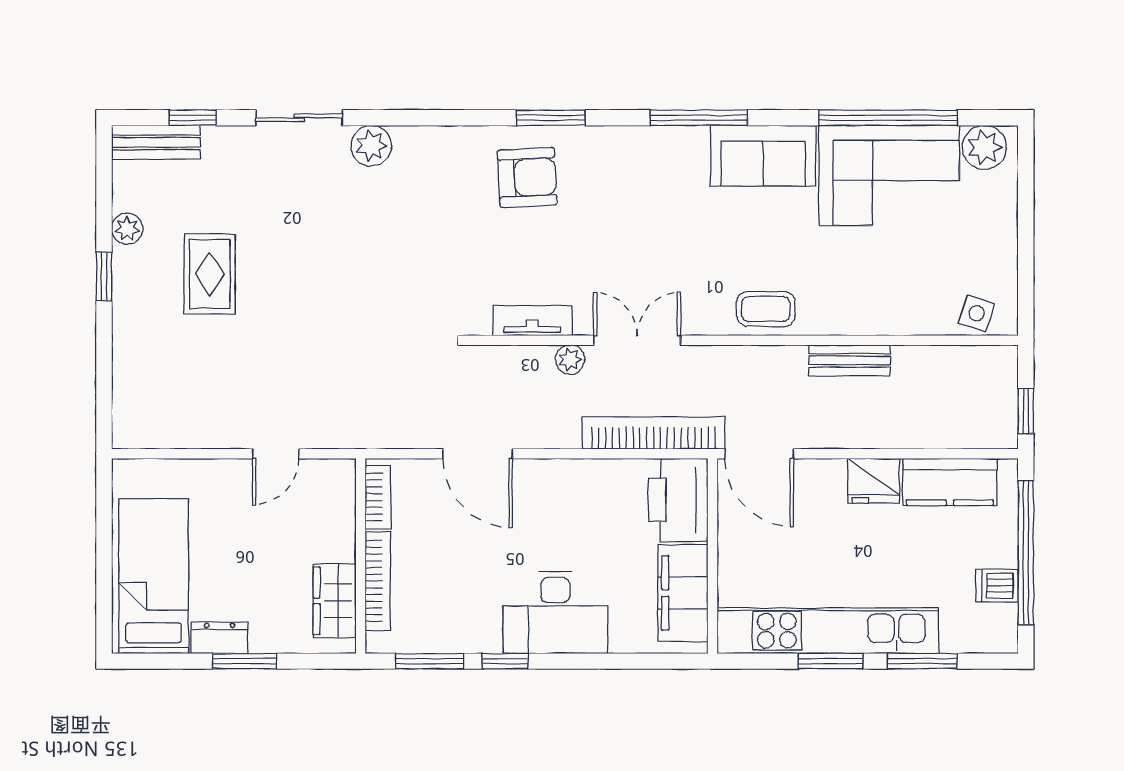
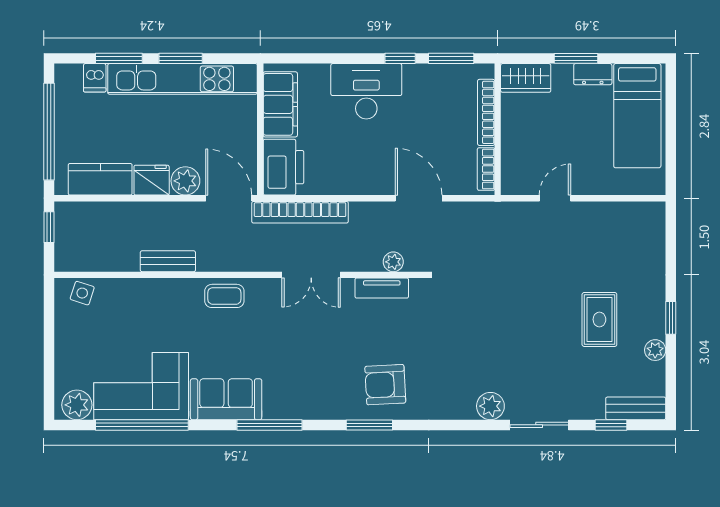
plant: (570, 360) -> (393, 262), moved
plant: (824, 480) -> (185, 181), added
dishwasher: (997, 586) -> (95, 78), moved, turned 90
wardrobe: (335, 601) -> (526, 78), moved, turned 90

